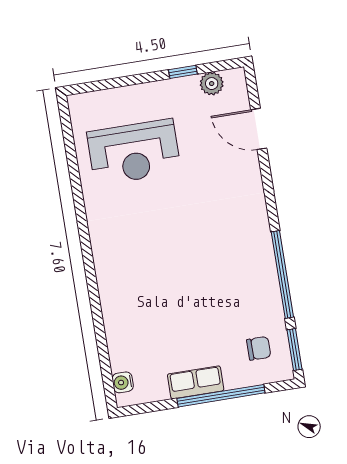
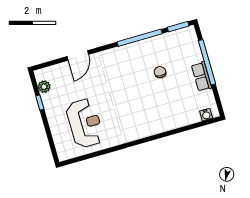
door: (259, 129) -> (78, 55), moved
chair: (259, 348) -> (160, 72), moved

